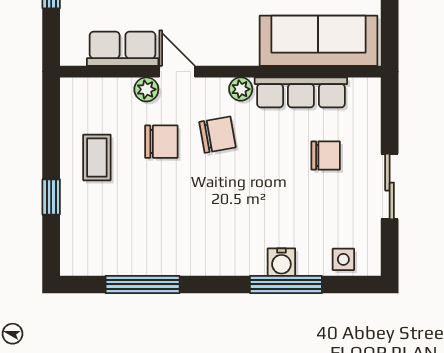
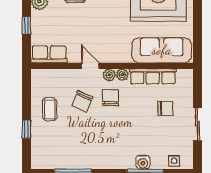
row of seats: (123, 49) -> (49, 54), moved
plant: (146, 89) -> (109, 75), moved
chair: (217, 135) -> (111, 98), turned -80
chair: (161, 142) -> (82, 101), turned 114

